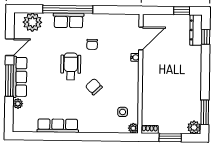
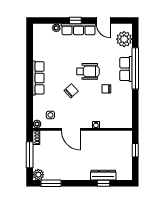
window: (182, 11) -> (135, 150), moved
dresser: (196, 30) -> (103, 175), moved
window: (206, 37) -> (103, 183), moved
door: (141, 38) -> (71, 129), moved
window: (9, 81) -> (75, 20), width x0.46
row of seats: (58, 126) -> (38, 78), moved
window: (170, 138) -> (30, 155), width x1.44

